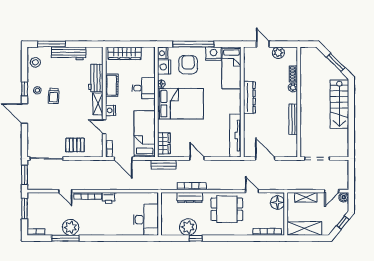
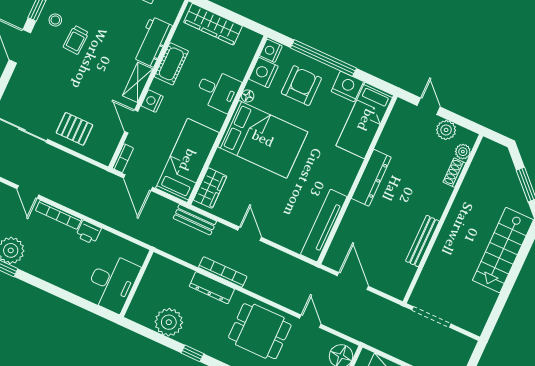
plant: (293, 87) -> (463, 152), moved
wall: (160, 214) -> (137, 284), moved
desk: (146, 220) -> (112, 283), moved
plant: (188, 227) -> (169, 322), moved

